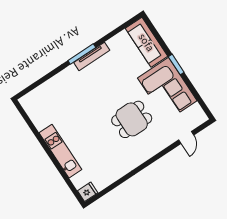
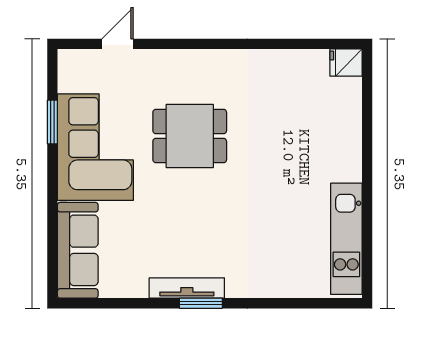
window: (82, 54) -> (201, 303), width x0.69
window: (176, 65) -> (52, 122), moved
kitchen unit: (60, 151) -> (346, 239), moved

